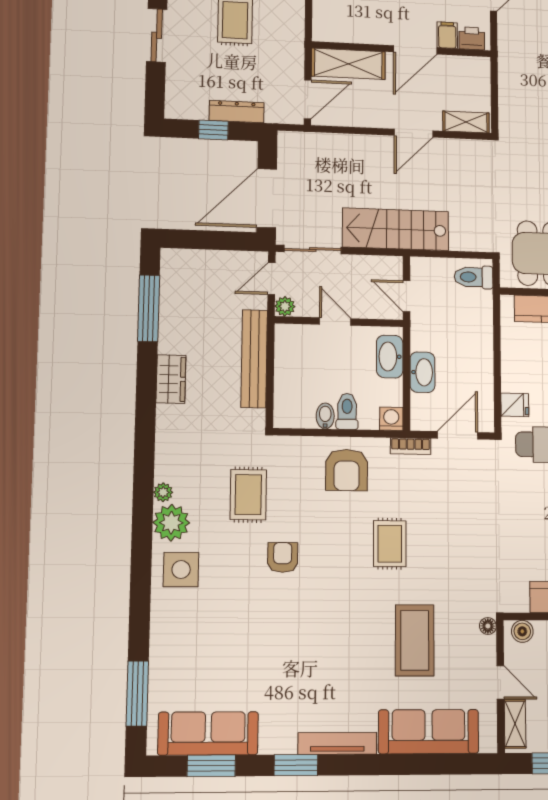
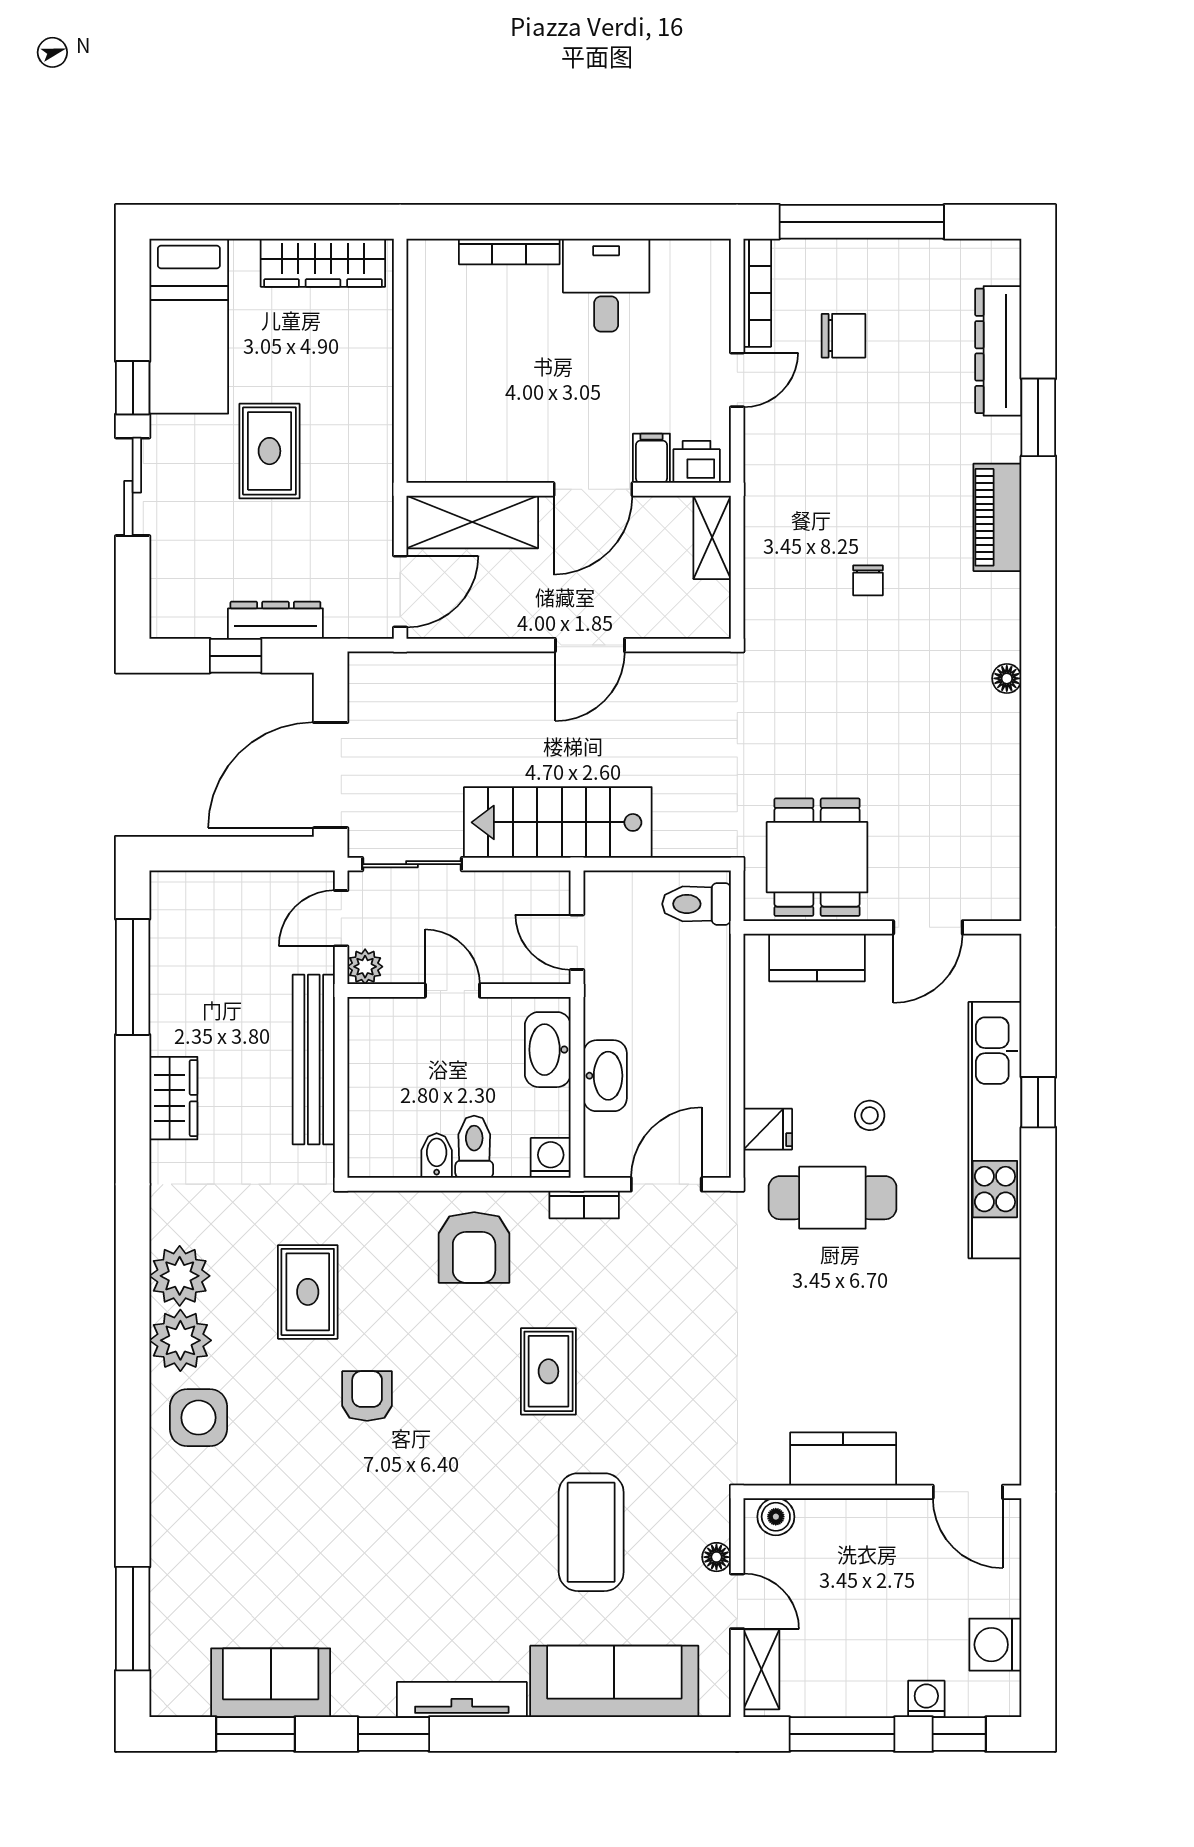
shelving: (466, 122) -> (712, 537), moved, turned 90
plant: (163, 492) -> (180, 1276), width x1.87, depth x1.87
floor lamp: (488, 626) -> (716, 1557), moved
sofa: (208, 733) -> (271, 1683), width x0.73

